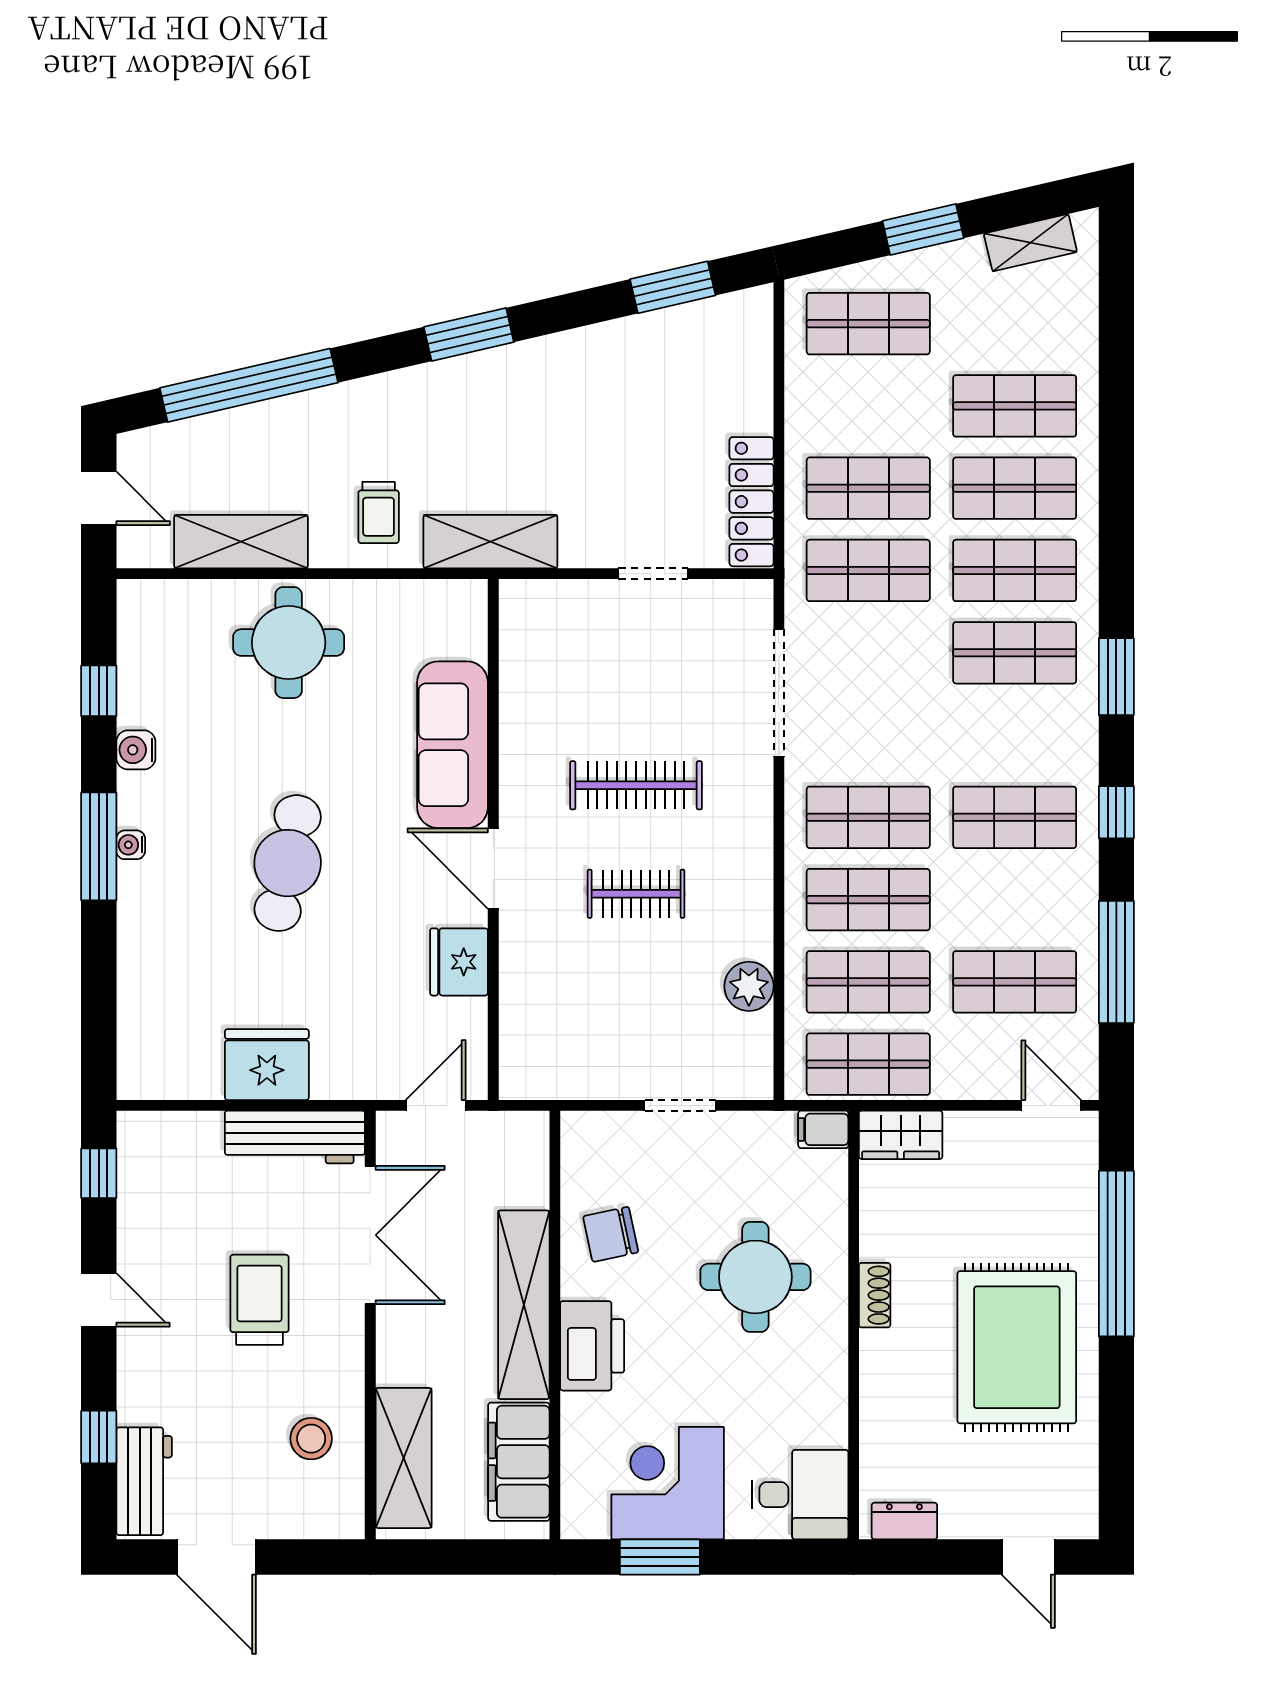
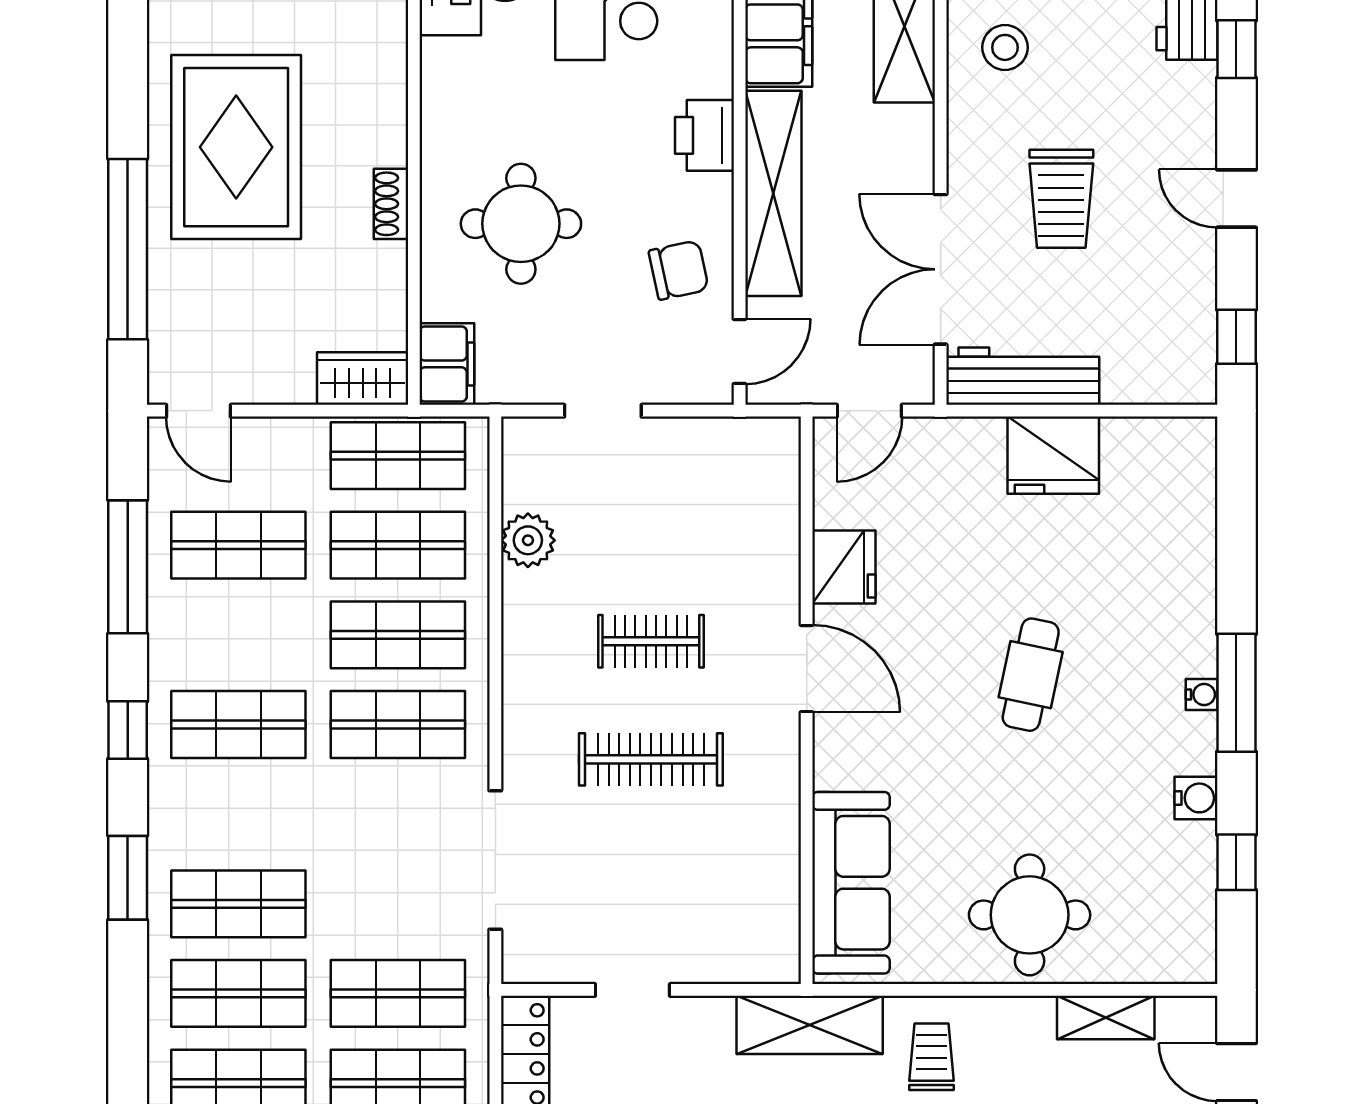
shelving: (241, 542) -> (1106, 1018), width x0.67, depth x0.75
sofa: (453, 745) -> (851, 883), moved
cafe table: (288, 863) -> (1031, 675), width x0.73, depth x0.74
filing cabinet: (823, 1129) -> (447, 364), width x2.00
door: (555, 1160) -> (740, 352), added
printer: (592, 1346) -> (704, 135), width x0.73, depth x0.84

